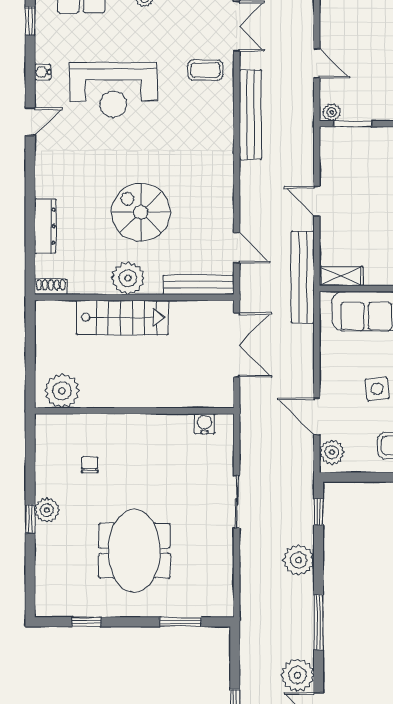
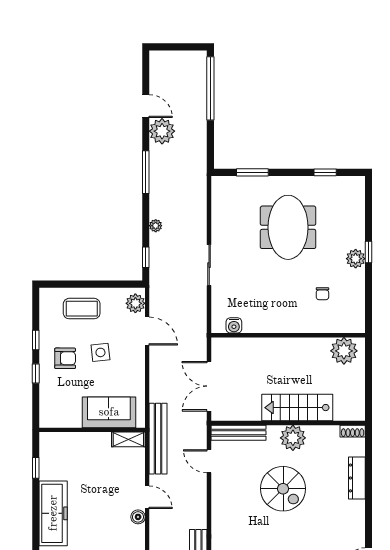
boiler: (329, 176) -> (138, 517), added
plant: (299, 560) -> (156, 226), width x0.53, depth x0.53

